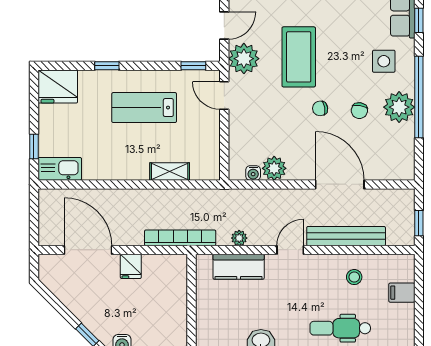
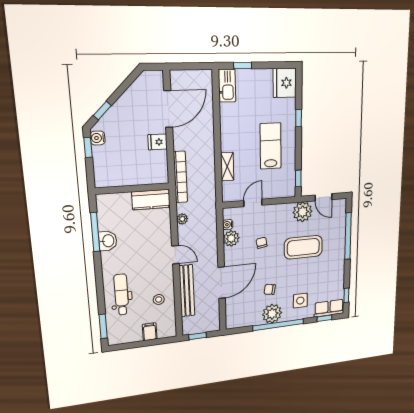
door: (224, 96) -> (253, 203), moved
chair: (320, 108) -> (262, 243), moved
kitchen counter: (239, 267) -> (151, 200), moved, turned -90

